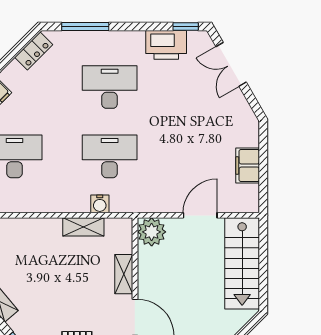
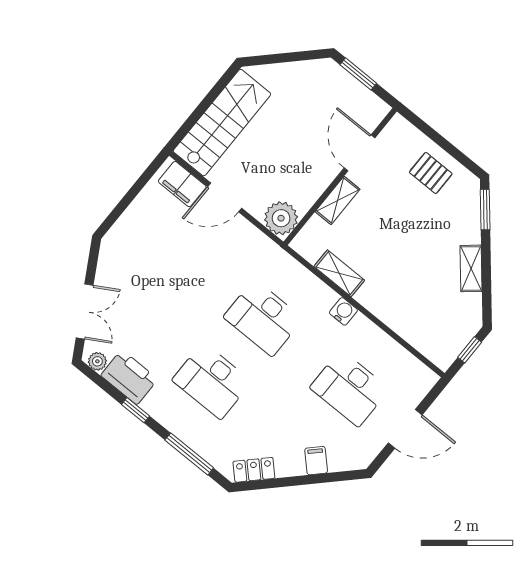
window: (186, 27) -> (136, 410), moved
plant: (196, 38) -> (97, 361), added
filing cabinet: (248, 165) -> (182, 184), moved, turned 90
water cooler: (100, 204) -> (343, 311), moved

